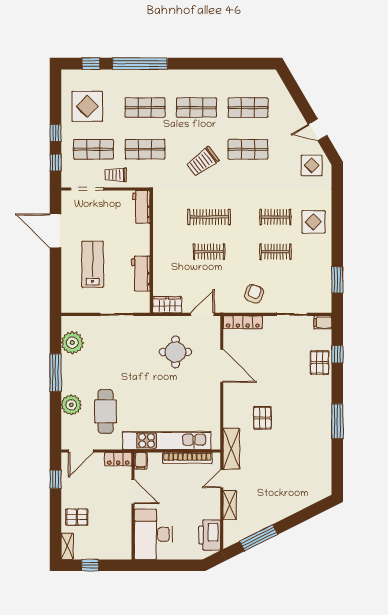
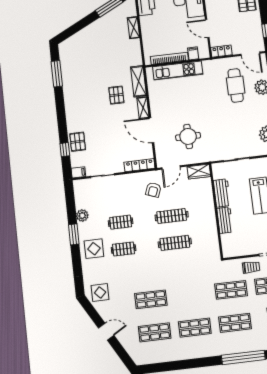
door: (318, 130) -> (106, 332), moved
trolley: (203, 162) -> (185, 285), removed
workbench: (141, 207) -> (225, 220), moved
clothes rail: (209, 252) -> (172, 216), width x1.36
plant: (324, 266) -> (82, 216), added
window: (337, 280) -> (74, 234), moved
armchair: (254, 294) -> (153, 190), moved
shelving: (230, 397) -> (143, 108), added
window: (337, 421) -> (57, 74), moved
kitchen unit: (167, 441) -> (178, 70), width x0.73
shelving: (231, 449) -> (138, 81), moved
door: (81, 451) -> (250, 54), swing flipped
filing cabinet: (141, 461) -> (193, 53), moved
door: (222, 479) -> (142, 46), removed

